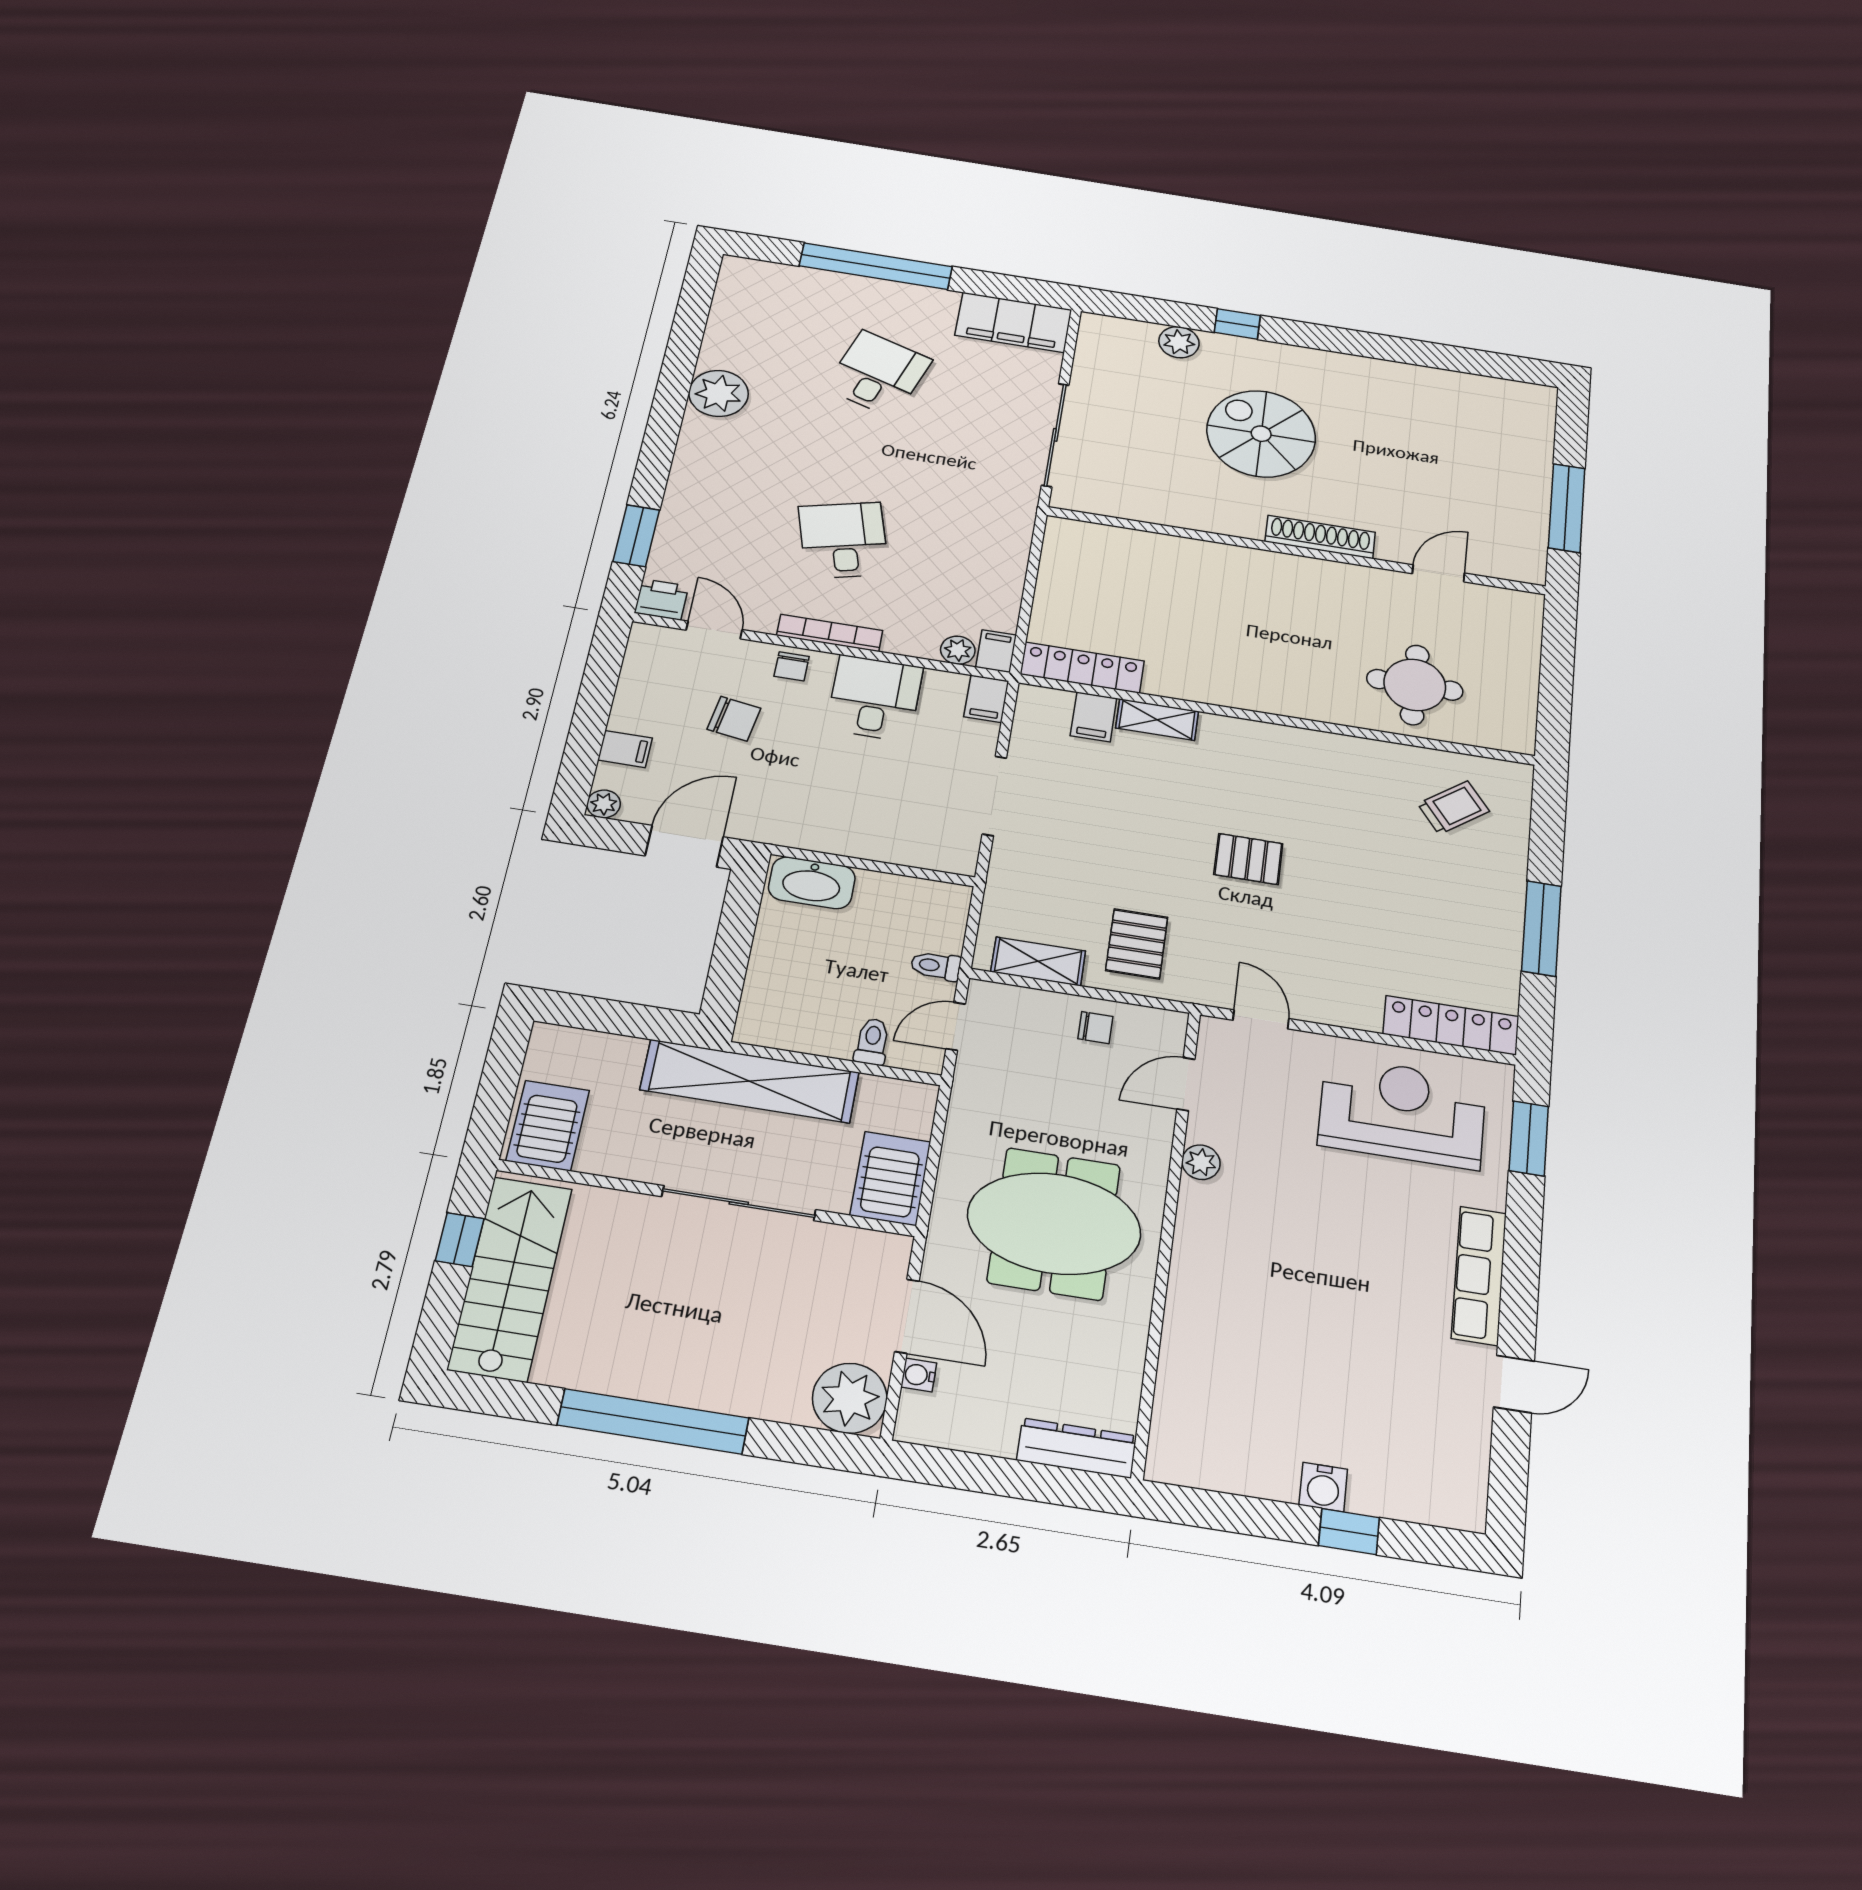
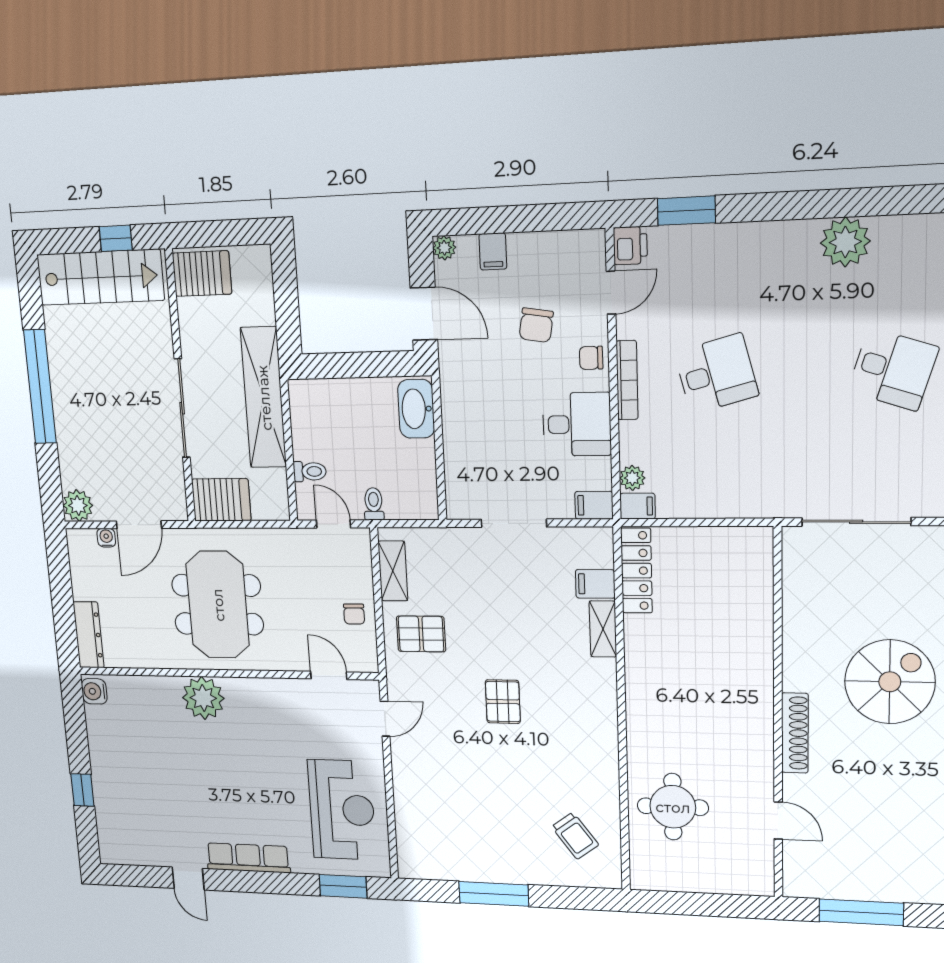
locker: (1451, 1025) -> (409, 838), removed
plant: (1201, 1162) -> (203, 698), moved, width x1.87, depth x1.87
plant: (850, 1398) -> (78, 505), width x0.73, depth x0.73
water cooler: (1323, 1487) -> (94, 691), moved

